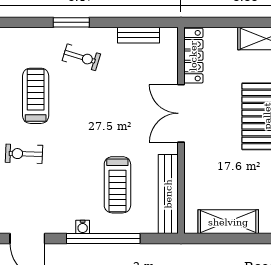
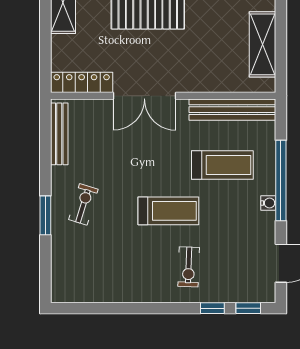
bench: (138, 35) -> (59, 134), width x1.36
treadmill: (36, 96) -> (168, 211), moved, turned 180

